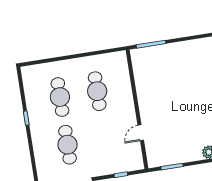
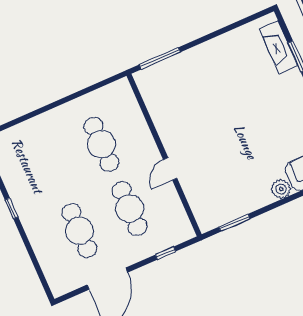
cafe table: (60, 97) -> (130, 209), moved
door: (141, 133) -> (170, 169), moved

